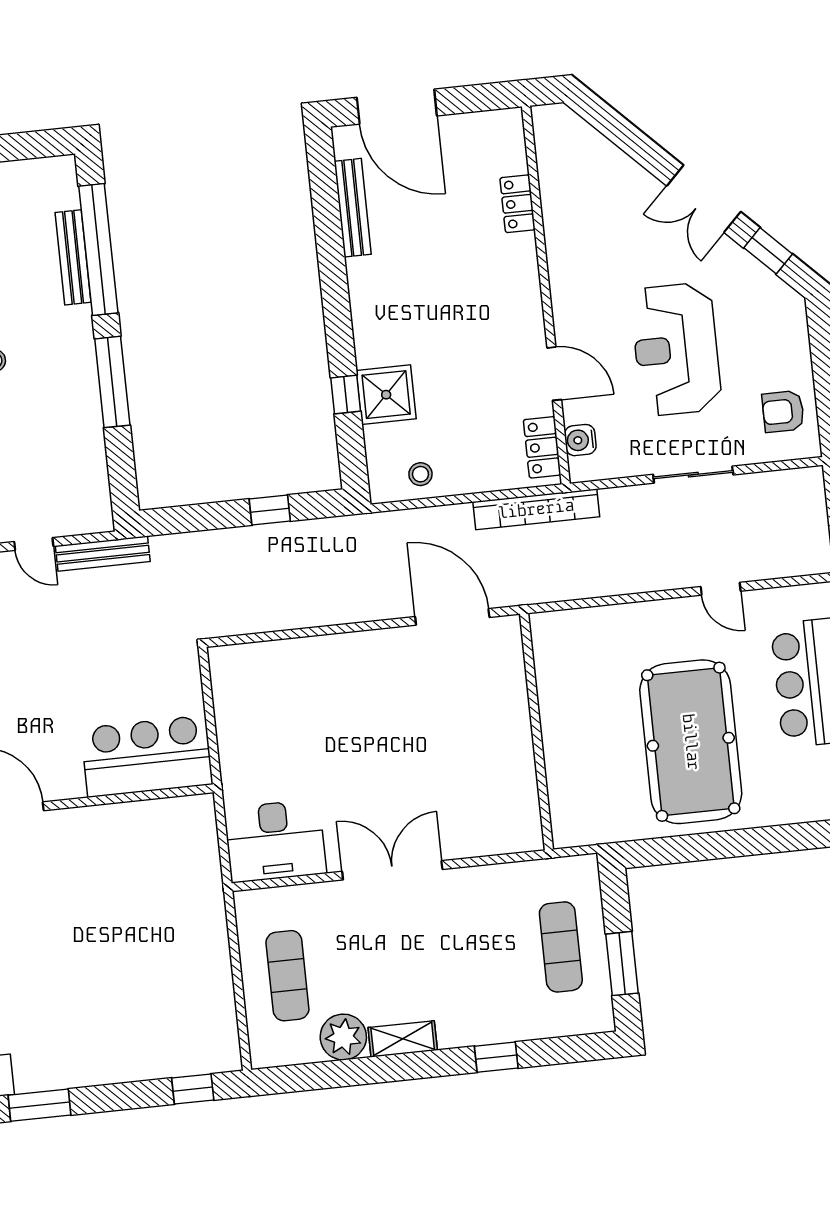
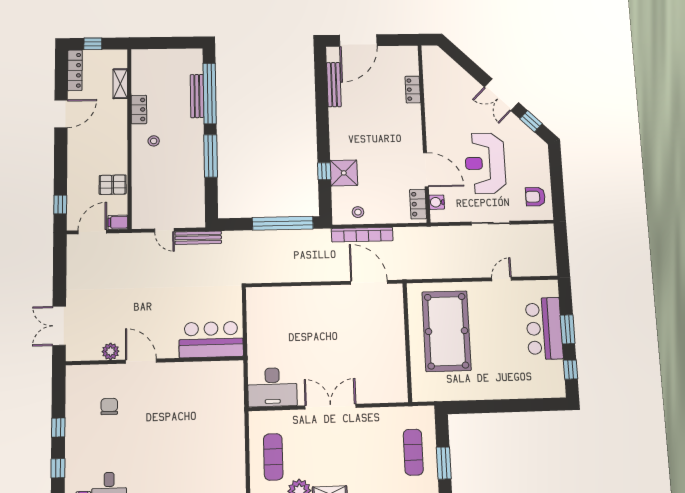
door: (397, 107) -> (358, 40), hinge flipped
door: (554, 374) -> (426, 170), width x1.36
bookcase: (536, 509) -> (362, 235), moved
window: (270, 510) -> (283, 223), width x3.17
door: (721, 589) -> (502, 279), swing flipped
pool table: (691, 742) -> (447, 331), moved

